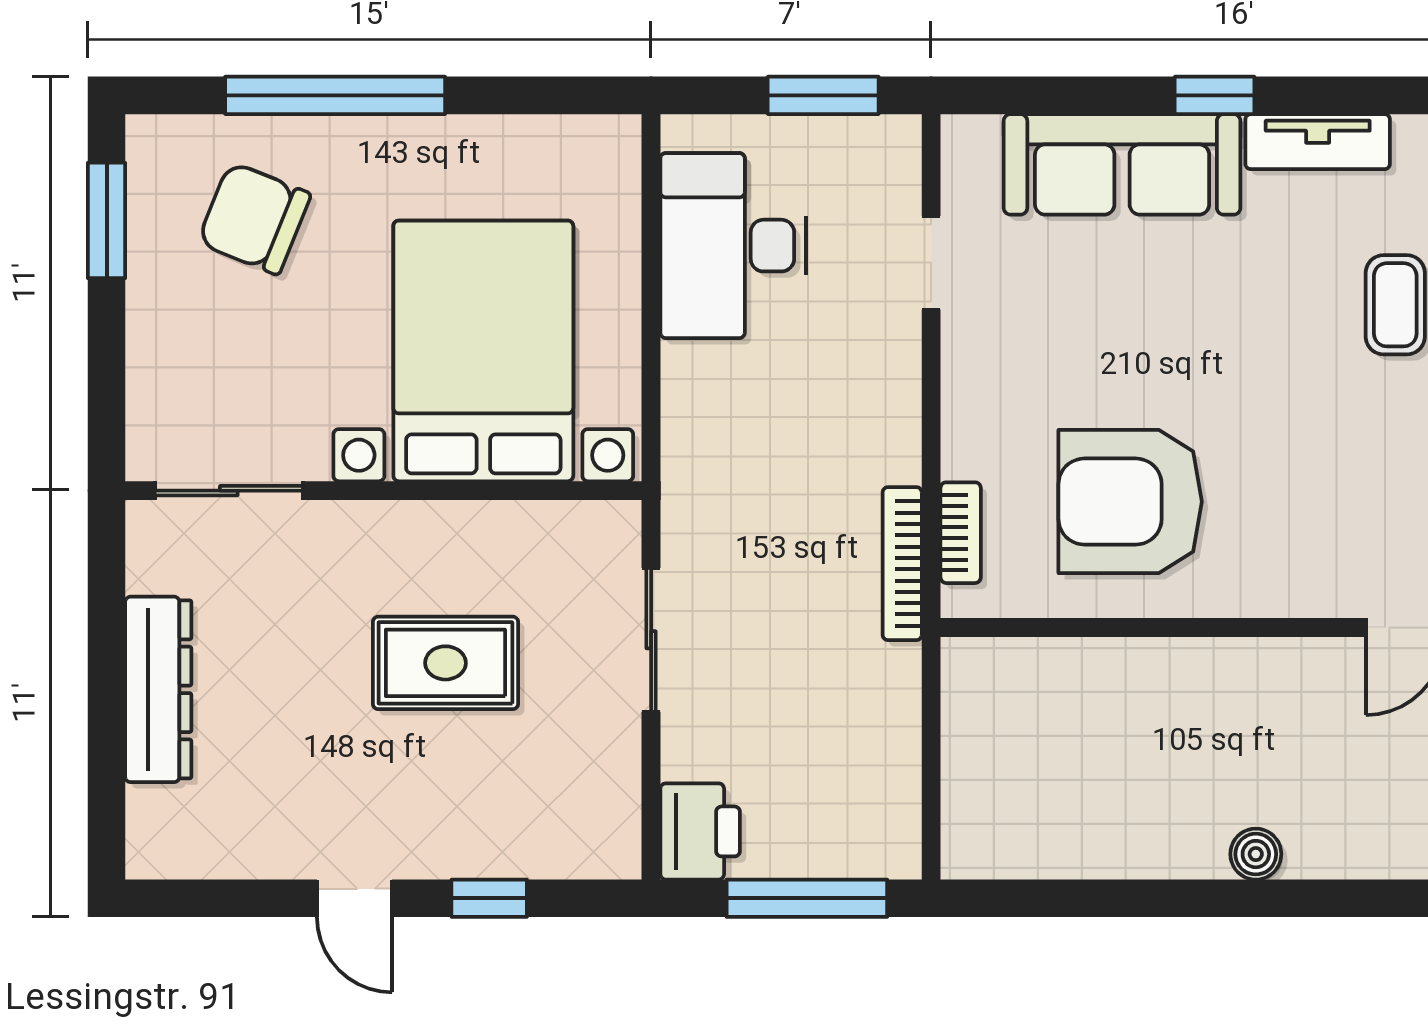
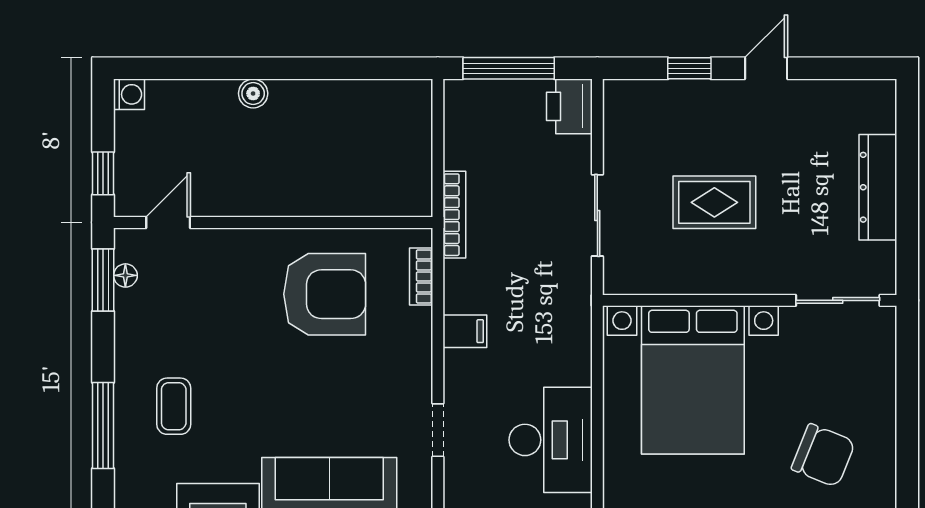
window: (107, 220) -> (907, 454), removed
filing cabinet: (884, 436) -> (465, 331), added
bookcase: (902, 564) -> (454, 215), moved
door: (355, 898) -> (766, 68), hinge flipped

